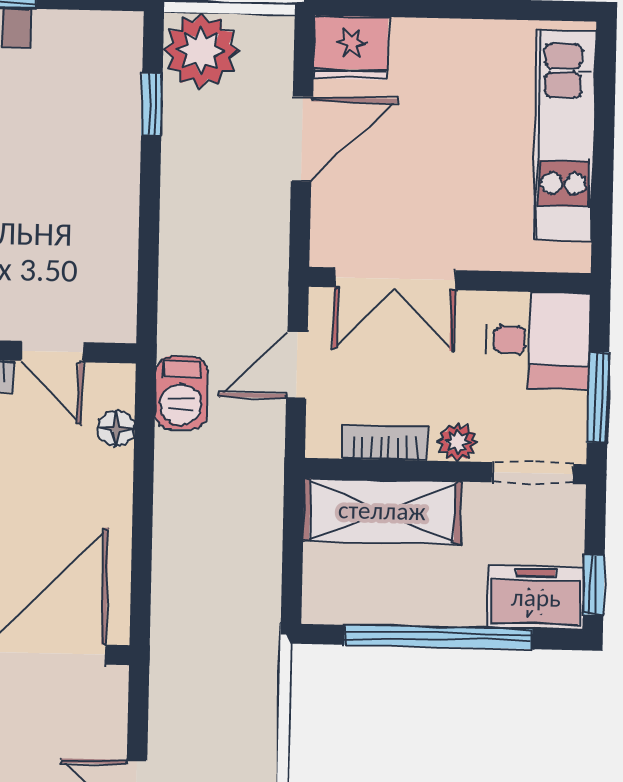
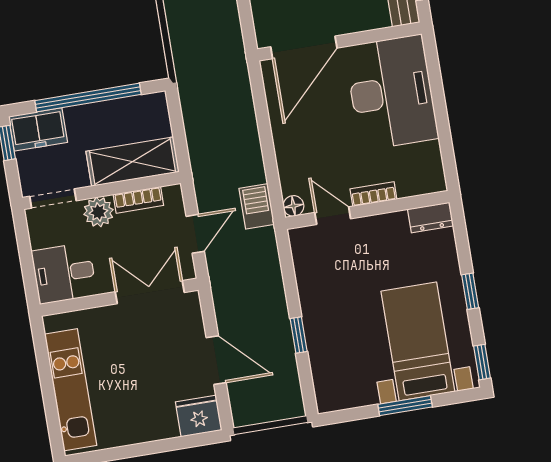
plant: (201, 51) -> (282, 399), removed
window: (152, 105) -> (299, 335), moved
door: (302, 139) -> (216, 360), swing flipped
window: (598, 397) -> (24, 248), removed
floor lamp: (116, 428) -> (293, 206), moved
plant: (458, 442) -> (98, 212), width x1.38, depth x1.38

